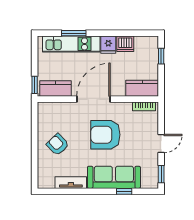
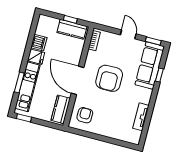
window: (161, 56) -> (70, 19), moved
window: (35, 85) -> (24, 118), moved
kitchen counter: (142, 88) -> (72, 29), moved, turned -90
armchair: (58, 145) -> (85, 115), moved, turned 134
sofa: (114, 177) -> (150, 65), moved

